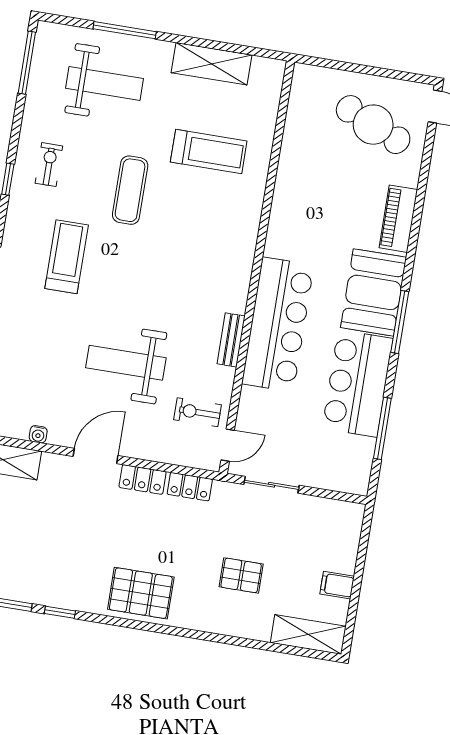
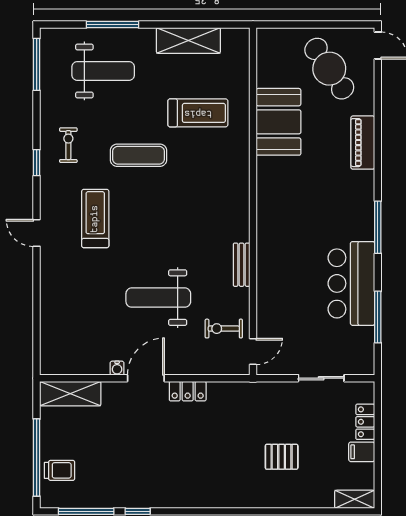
cafe table: (373, 125) -> (329, 69), turned 32
exercise mat: (130, 190) -> (138, 155), turned 90
booth: (374, 292) -> (278, 122), moved
bar counter: (278, 324) -> (278, 246), removed
water cooler: (38, 434) -> (117, 368), moved
sliding door: (272, 485) -> (321, 378), moved
locker: (190, 487) -> (365, 422), moved, turned 90
pallet: (141, 593) -> (202, 485), removed
shelving: (308, 634) -> (355, 499), width x0.67, depth x0.75

